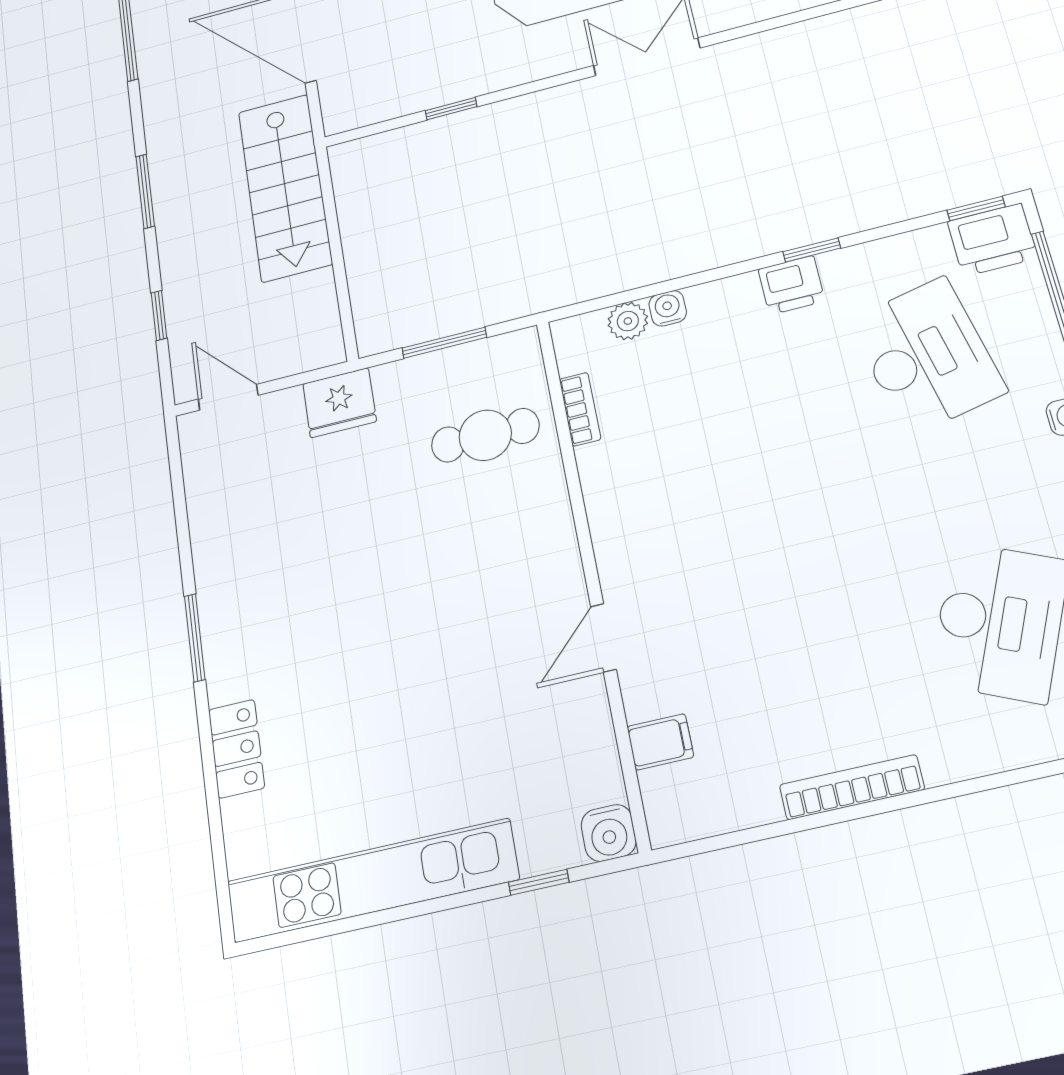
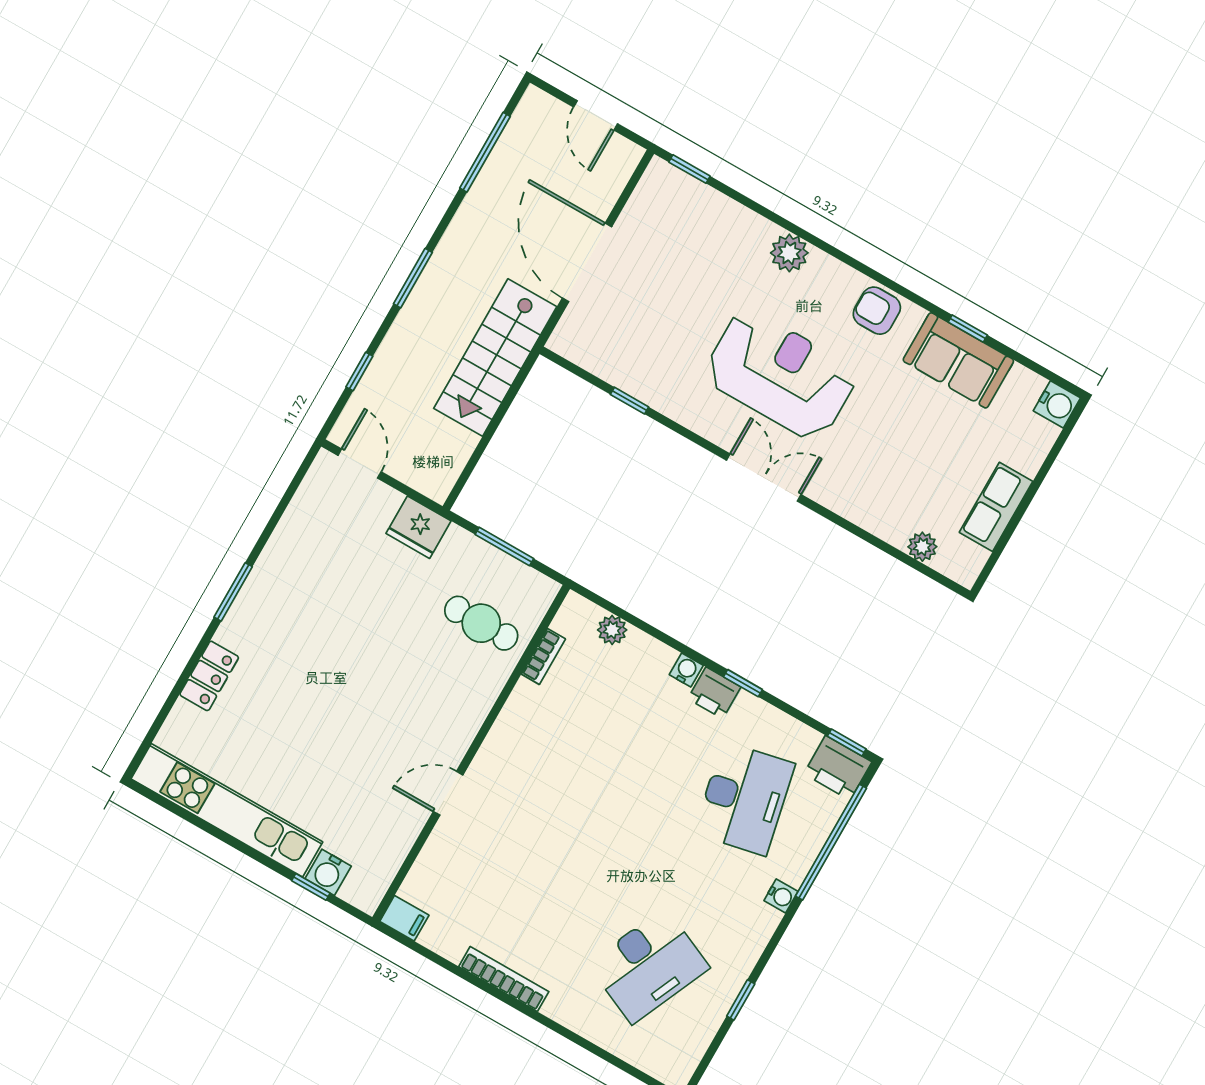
water cooler: (668, 308) -> (686, 670), moved
filing cabinet: (660, 742) -> (404, 918), moved
water cooler: (609, 833) -> (328, 872), moved

